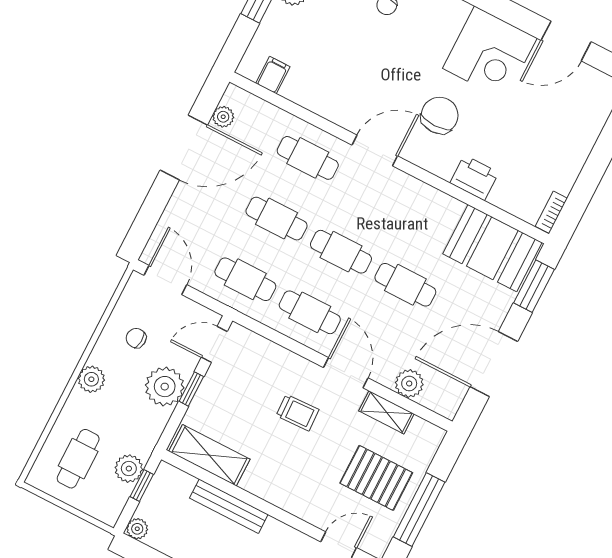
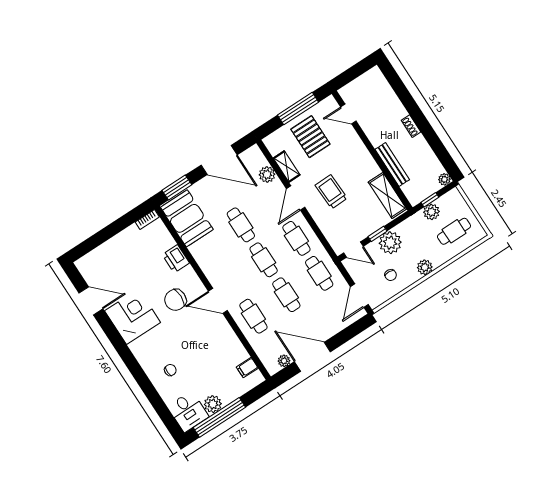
trolley: (297, 413) -> (331, 192), width x1.36, depth x1.39

